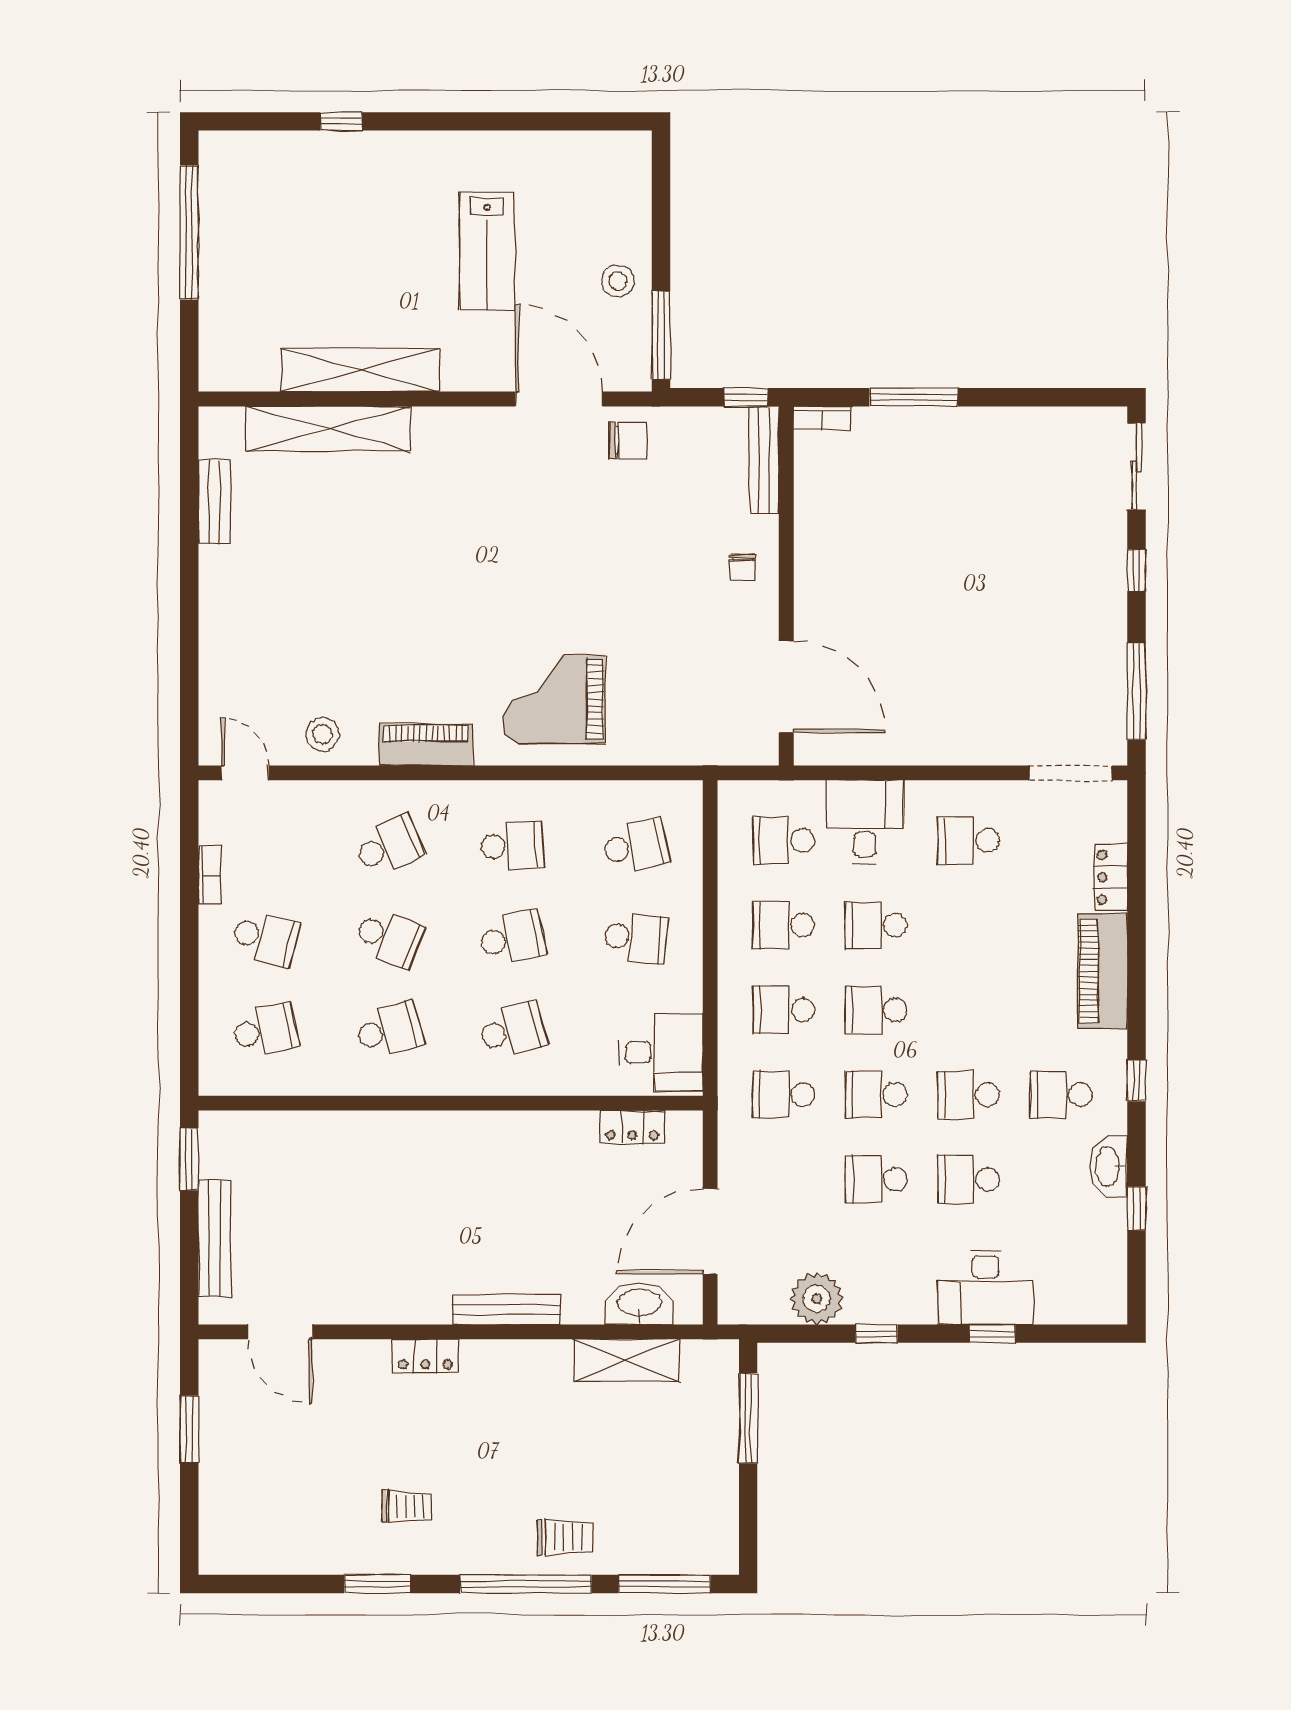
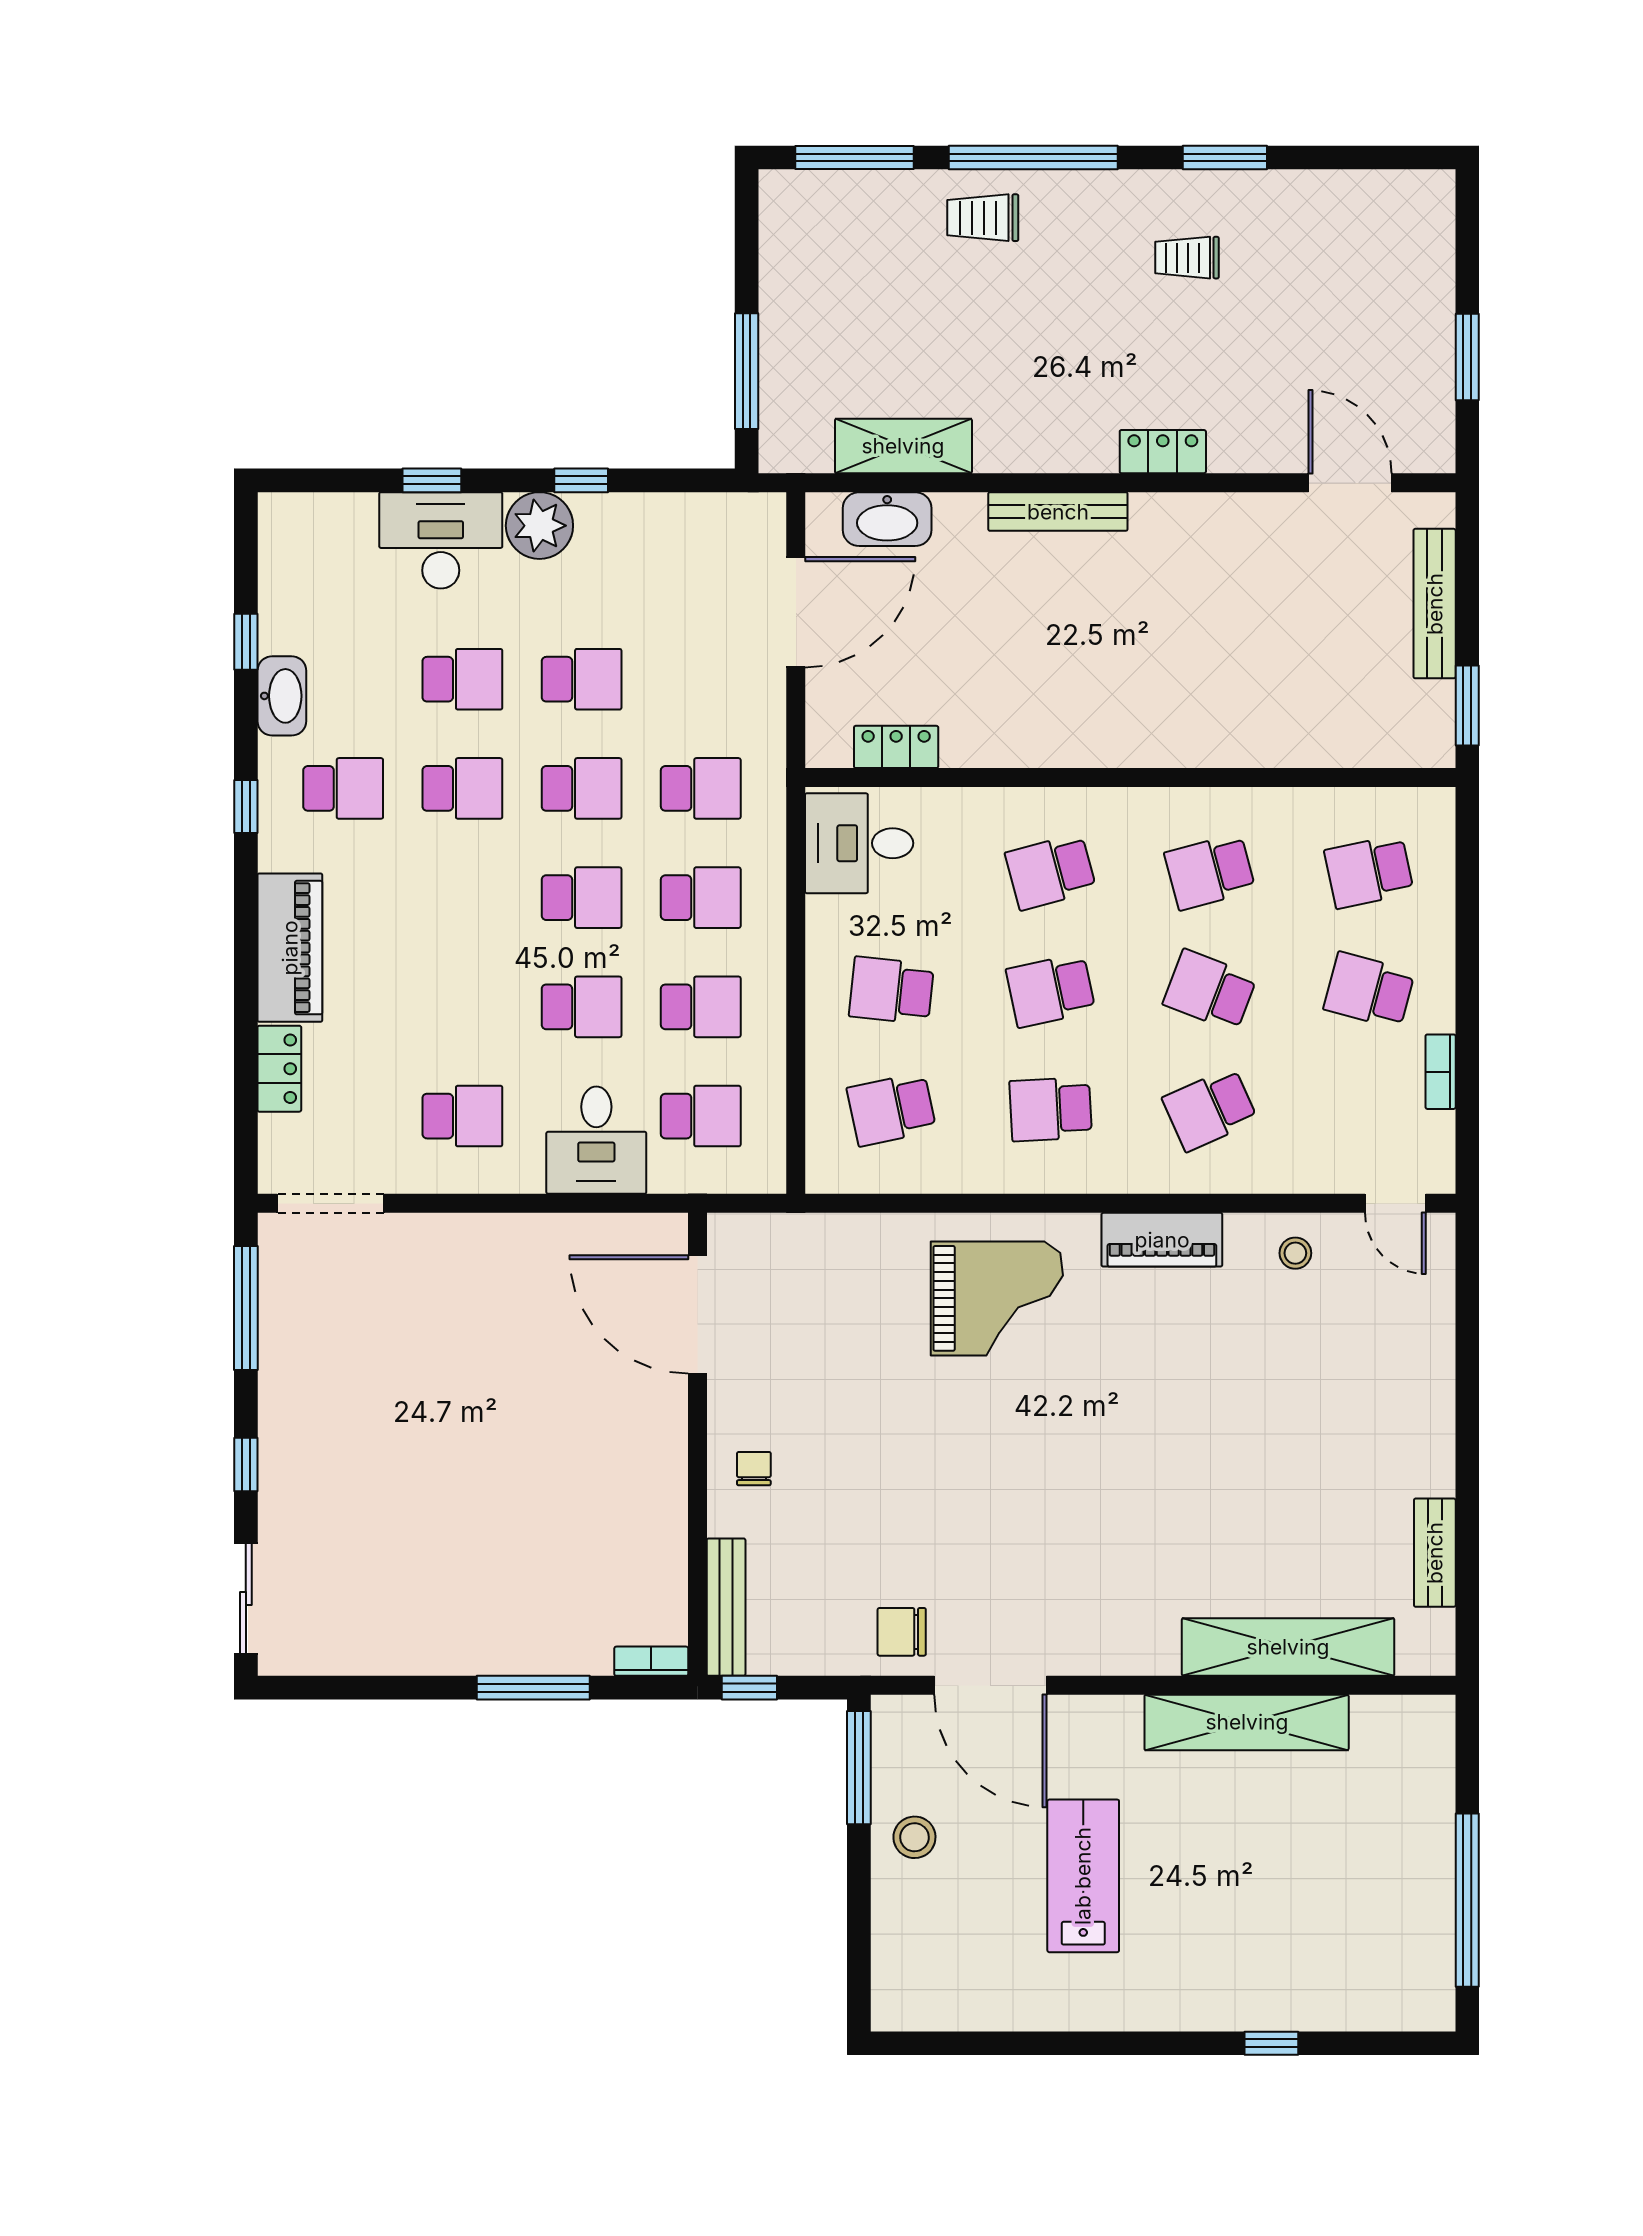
stool: (322, 734) -> (1295, 1253), width x0.73, depth x0.73
plant: (817, 1299) -> (539, 526), moved

